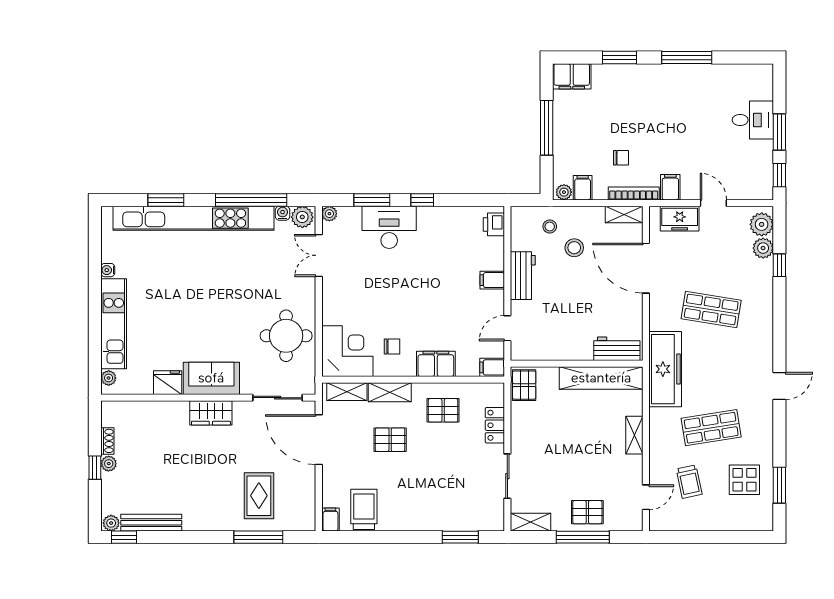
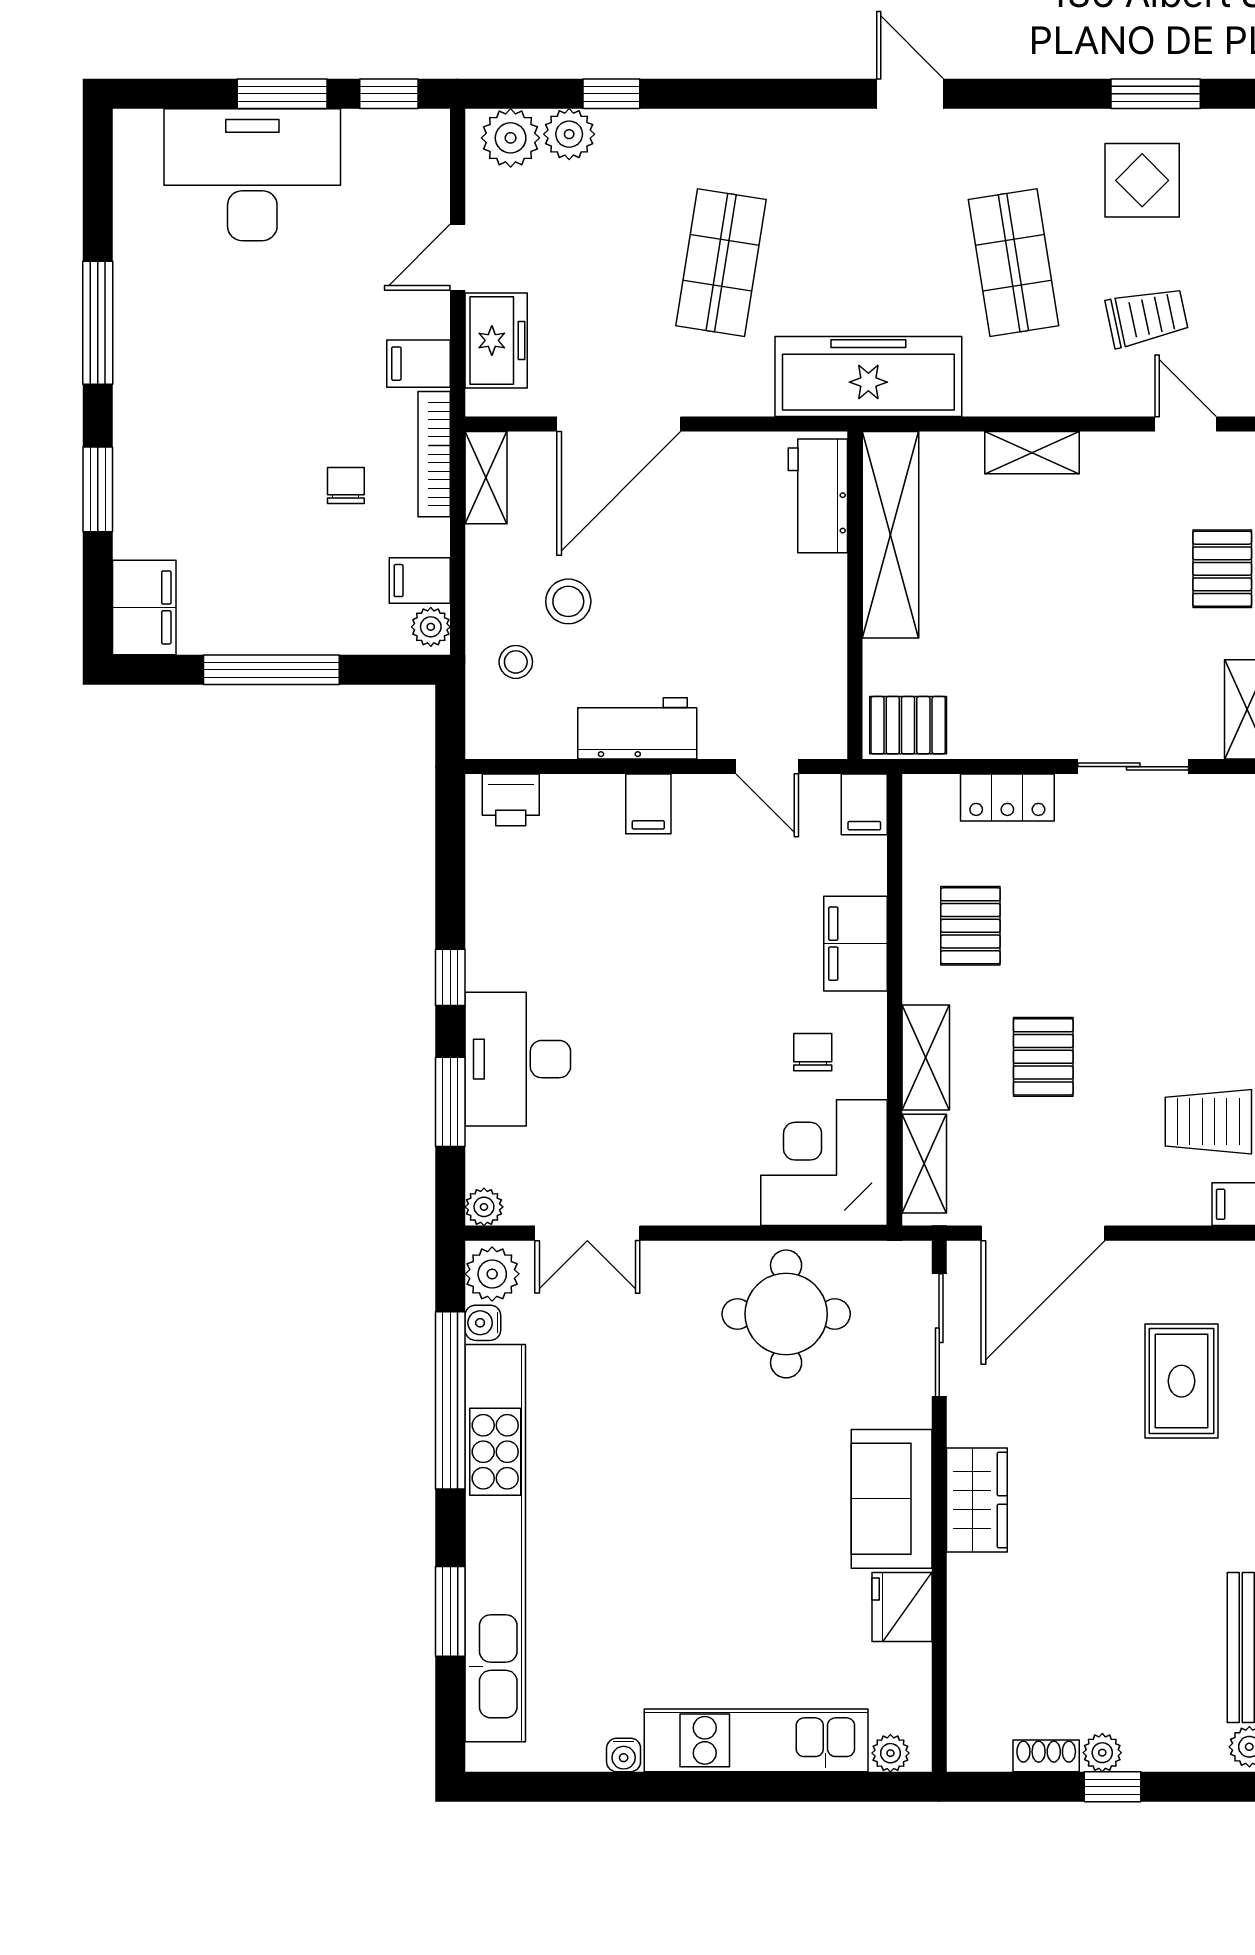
desk: (753, 120) -> (252, 175), width x1.87, depth x1.30
rug: (259, 496) -> (1181, 1381), turned 90

